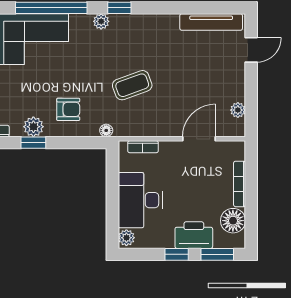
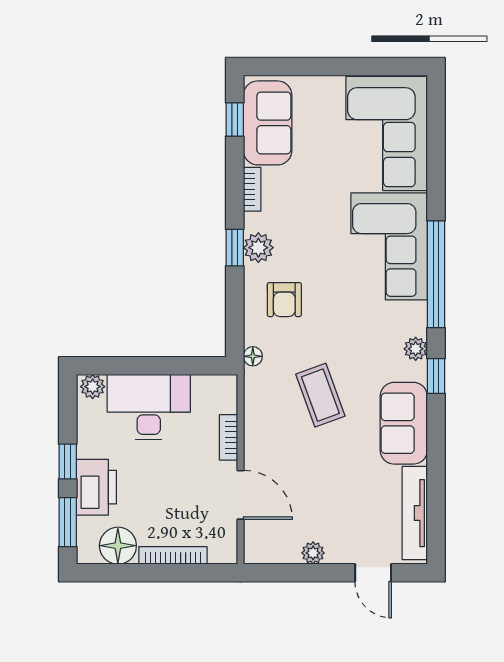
sofa: (151, 29) -> (404, 423), added
plant: (238, 110) -> (313, 553), moved
bookcase: (143, 147) -> (228, 437), moved

